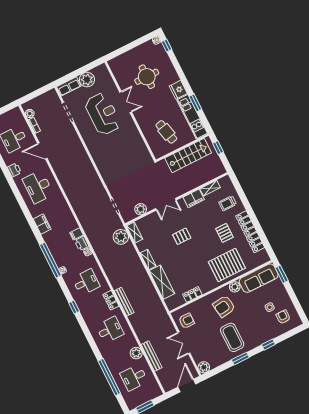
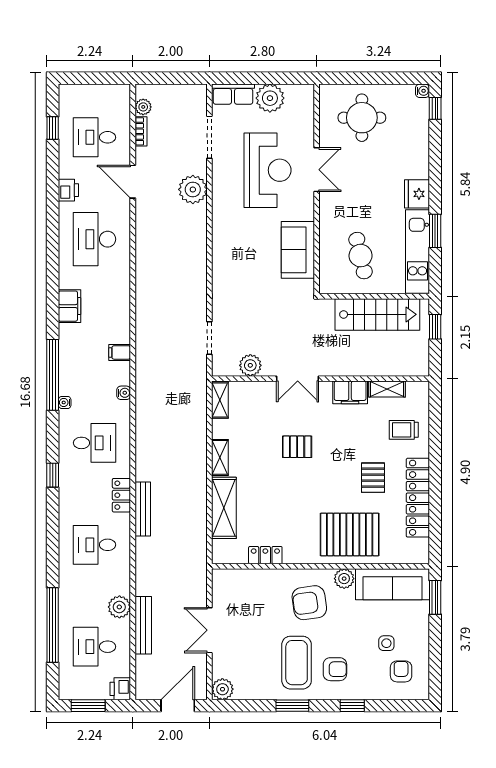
round table: (147, 77) -> (362, 118), moved
sofa: (136, 144) -> (298, 250), added
plant: (121, 237) -> (193, 189), moved
printer: (82, 243) -> (120, 689), moved
armchair: (187, 321) -> (335, 669), moved
desk: (110, 330) -> (94, 545), turned 180

